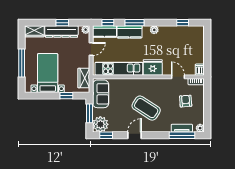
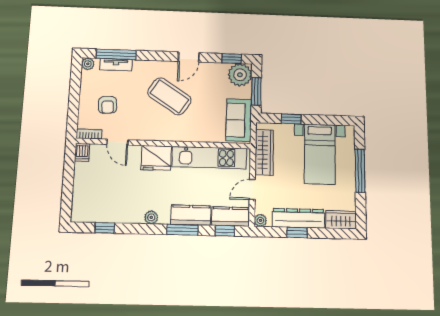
wardrobe: (84, 78) -> (264, 152), width x1.50

